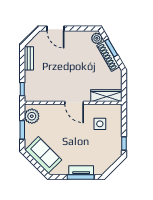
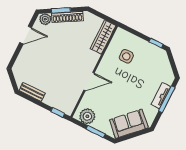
door: (55, 28) -> (26, 35), moved
door: (74, 103) -> (89, 82), moved

